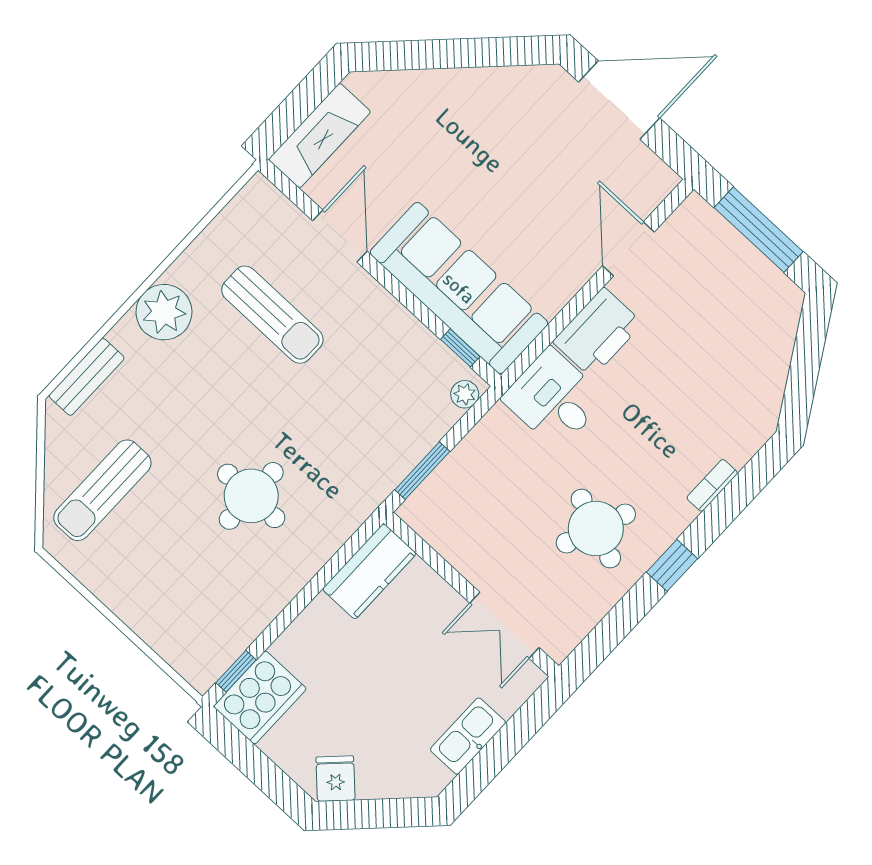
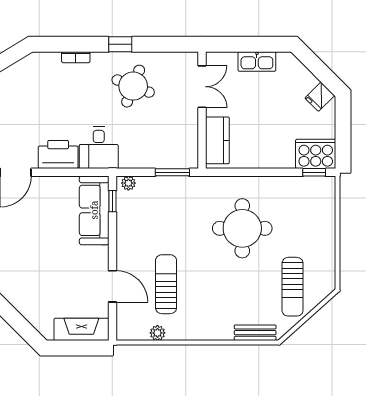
door: (340, 236) -> (112, 286), swing flipped
sofa: (459, 288) -> (94, 210), width x0.74, depth x0.79
plant: (164, 312) -> (157, 333), moved, width x0.53, depth x0.53
sun lounger: (102, 490) -> (293, 287), turned 90
round table: (251, 496) -> (242, 228), width x1.36, depth x1.36
kitchen counter: (369, 571) -> (217, 140), moved, turned 90

